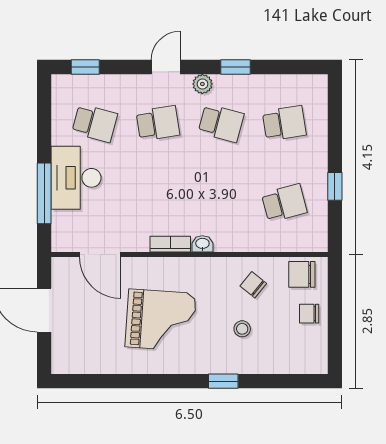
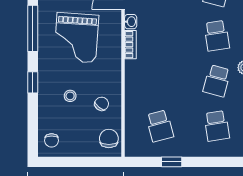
washbasin: (202, 244) -> (131, 22), moved
chair: (309, 314) -> (52, 140), moved, turned 180
window: (148, 381) -> (33, 28), added

